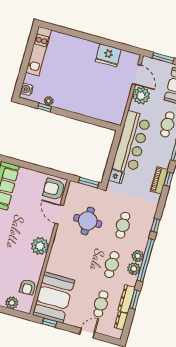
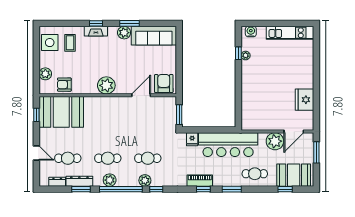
round table: (88, 221) -> (143, 124), removed
plant: (138, 256) -> (145, 180), moved

